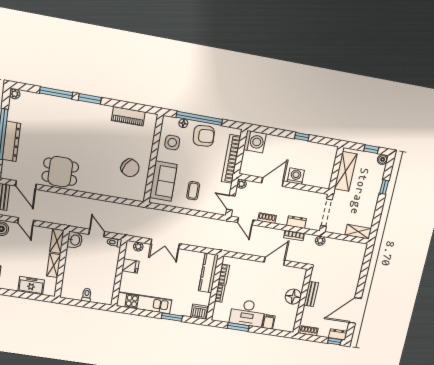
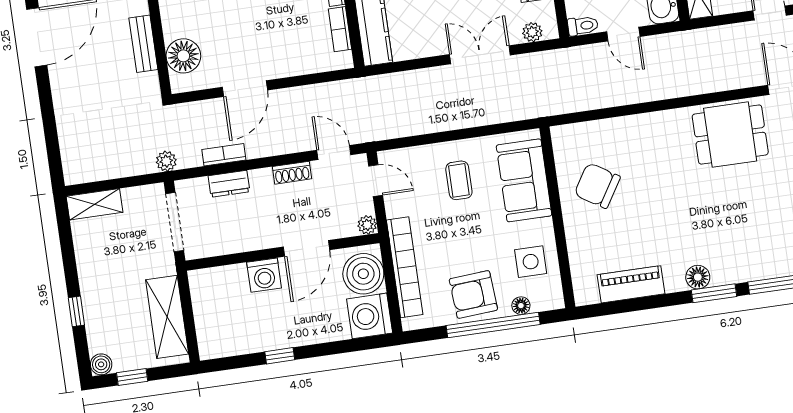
floor lamp: (95, 109) -> (698, 277), added
boiler: (251, 162) -> (363, 274), added
floor lamp: (293, 297) -> (183, 56), moved

